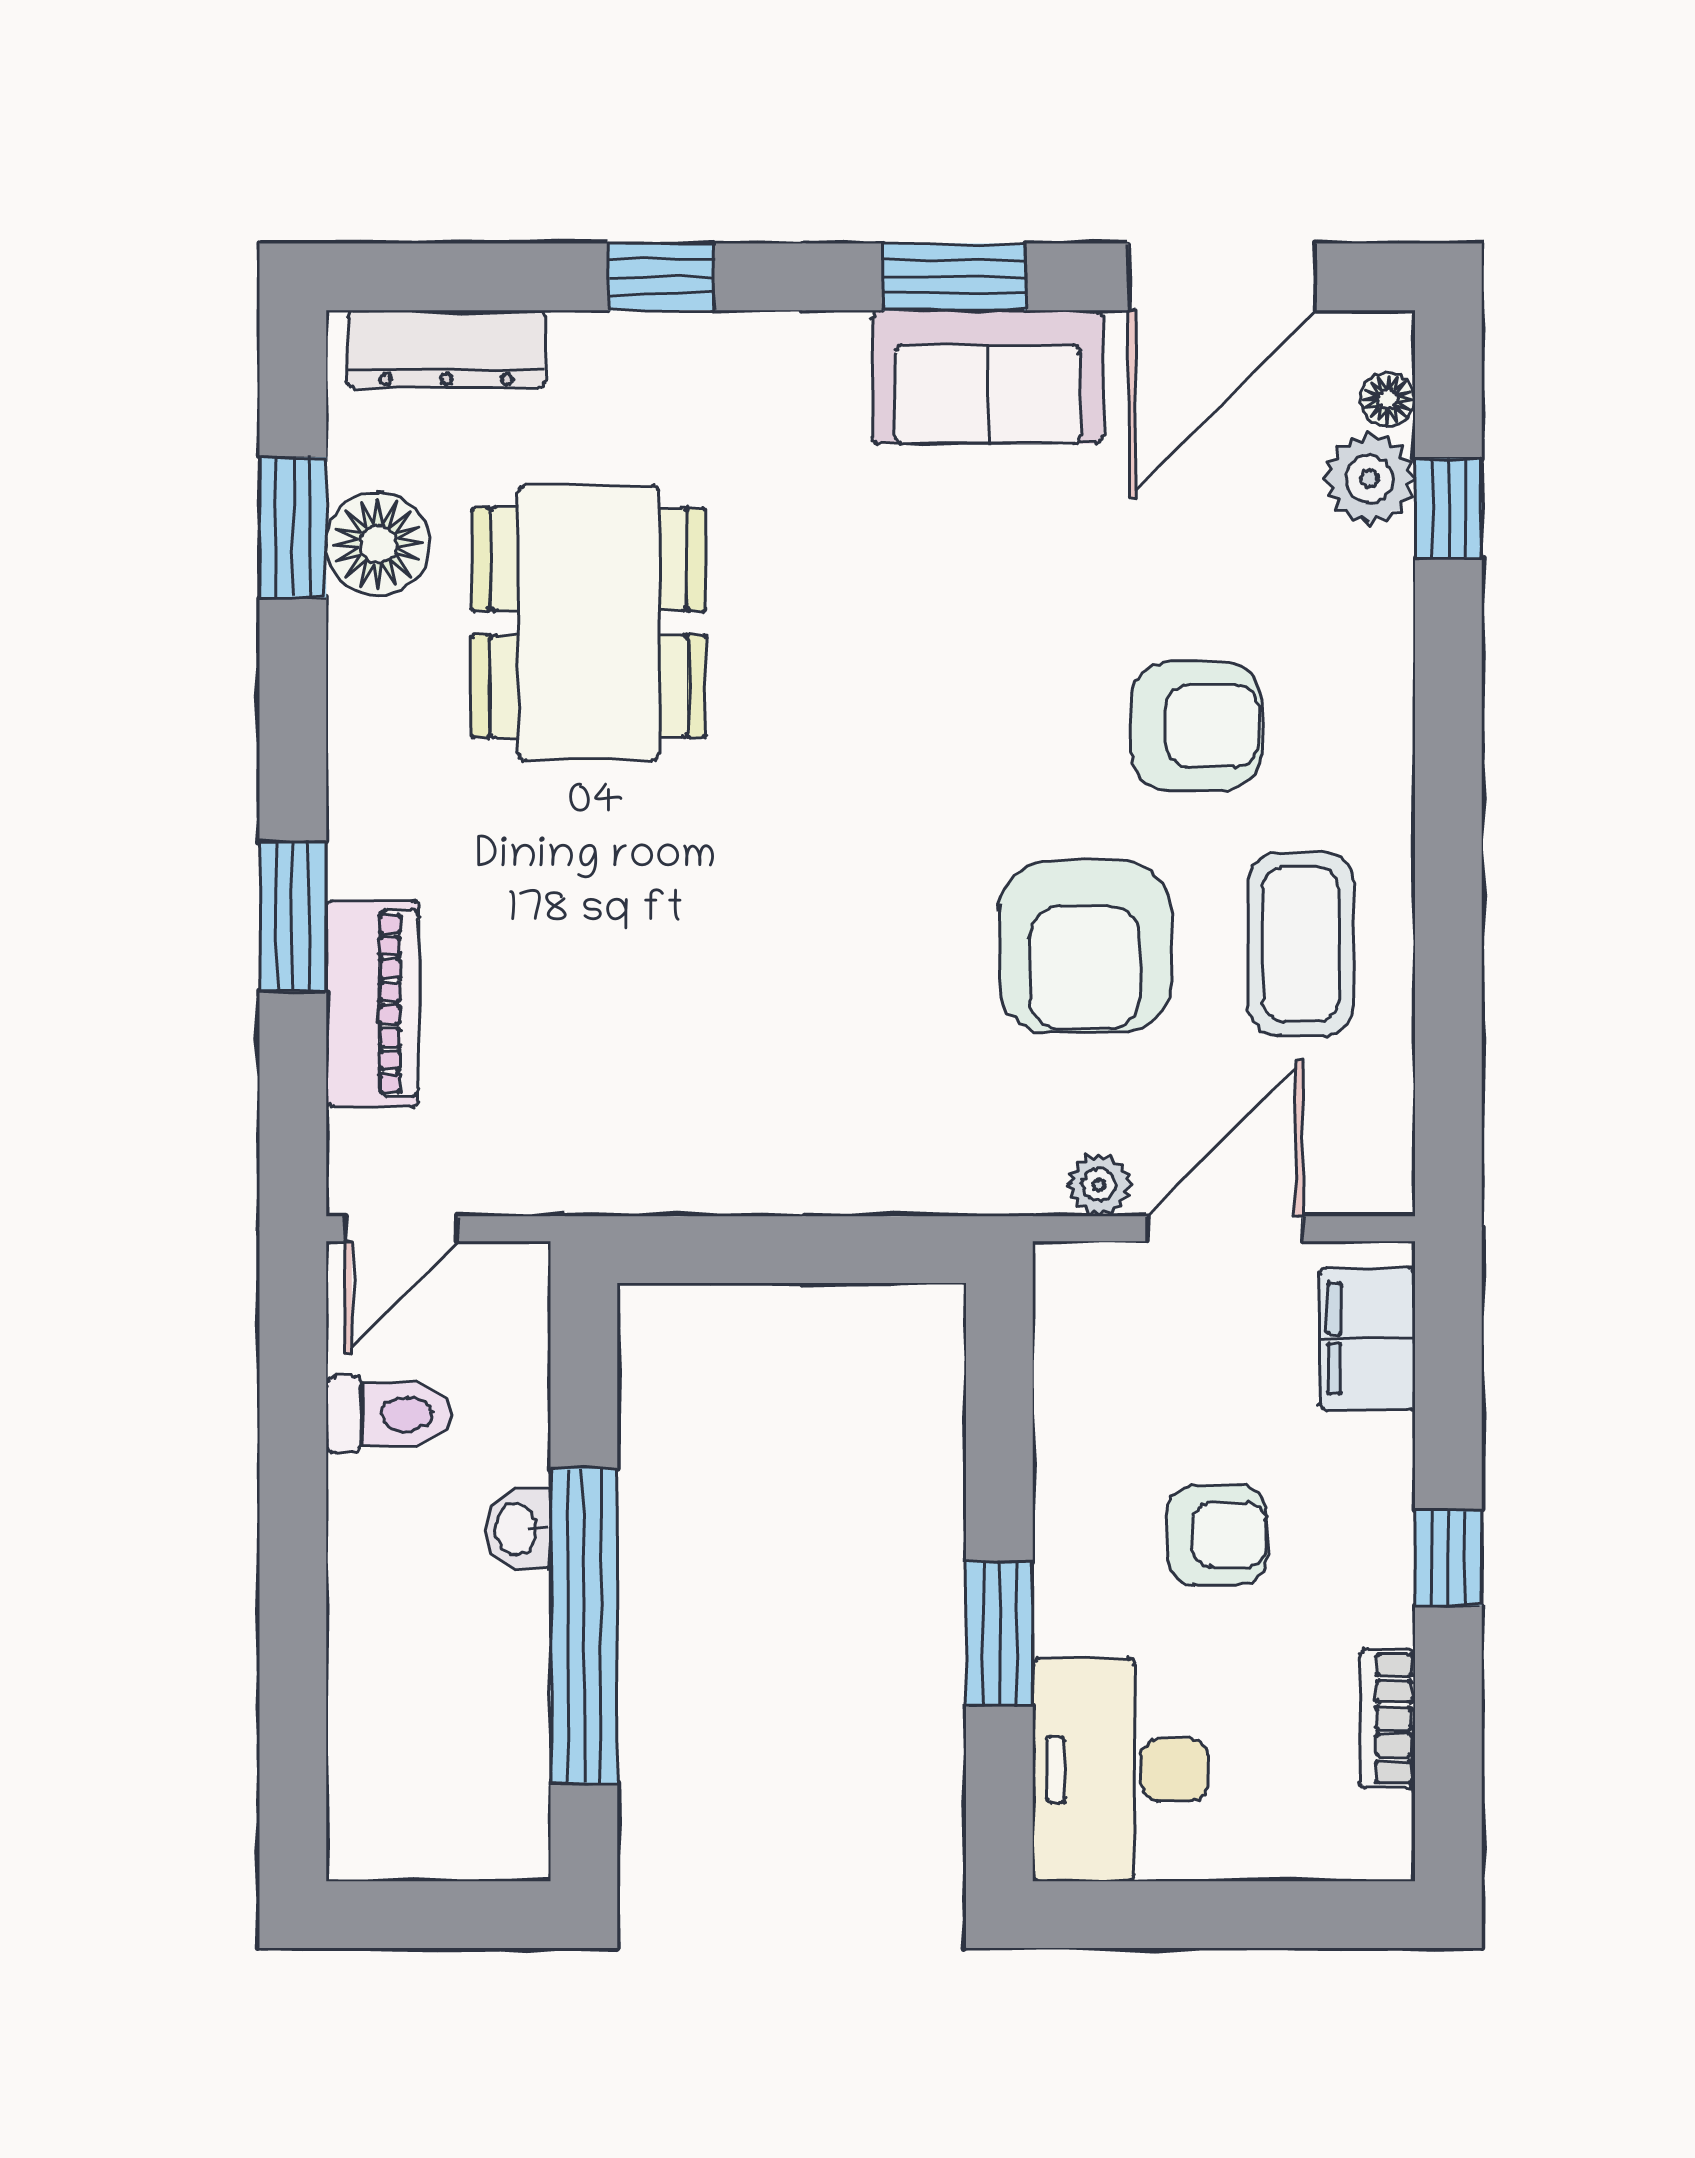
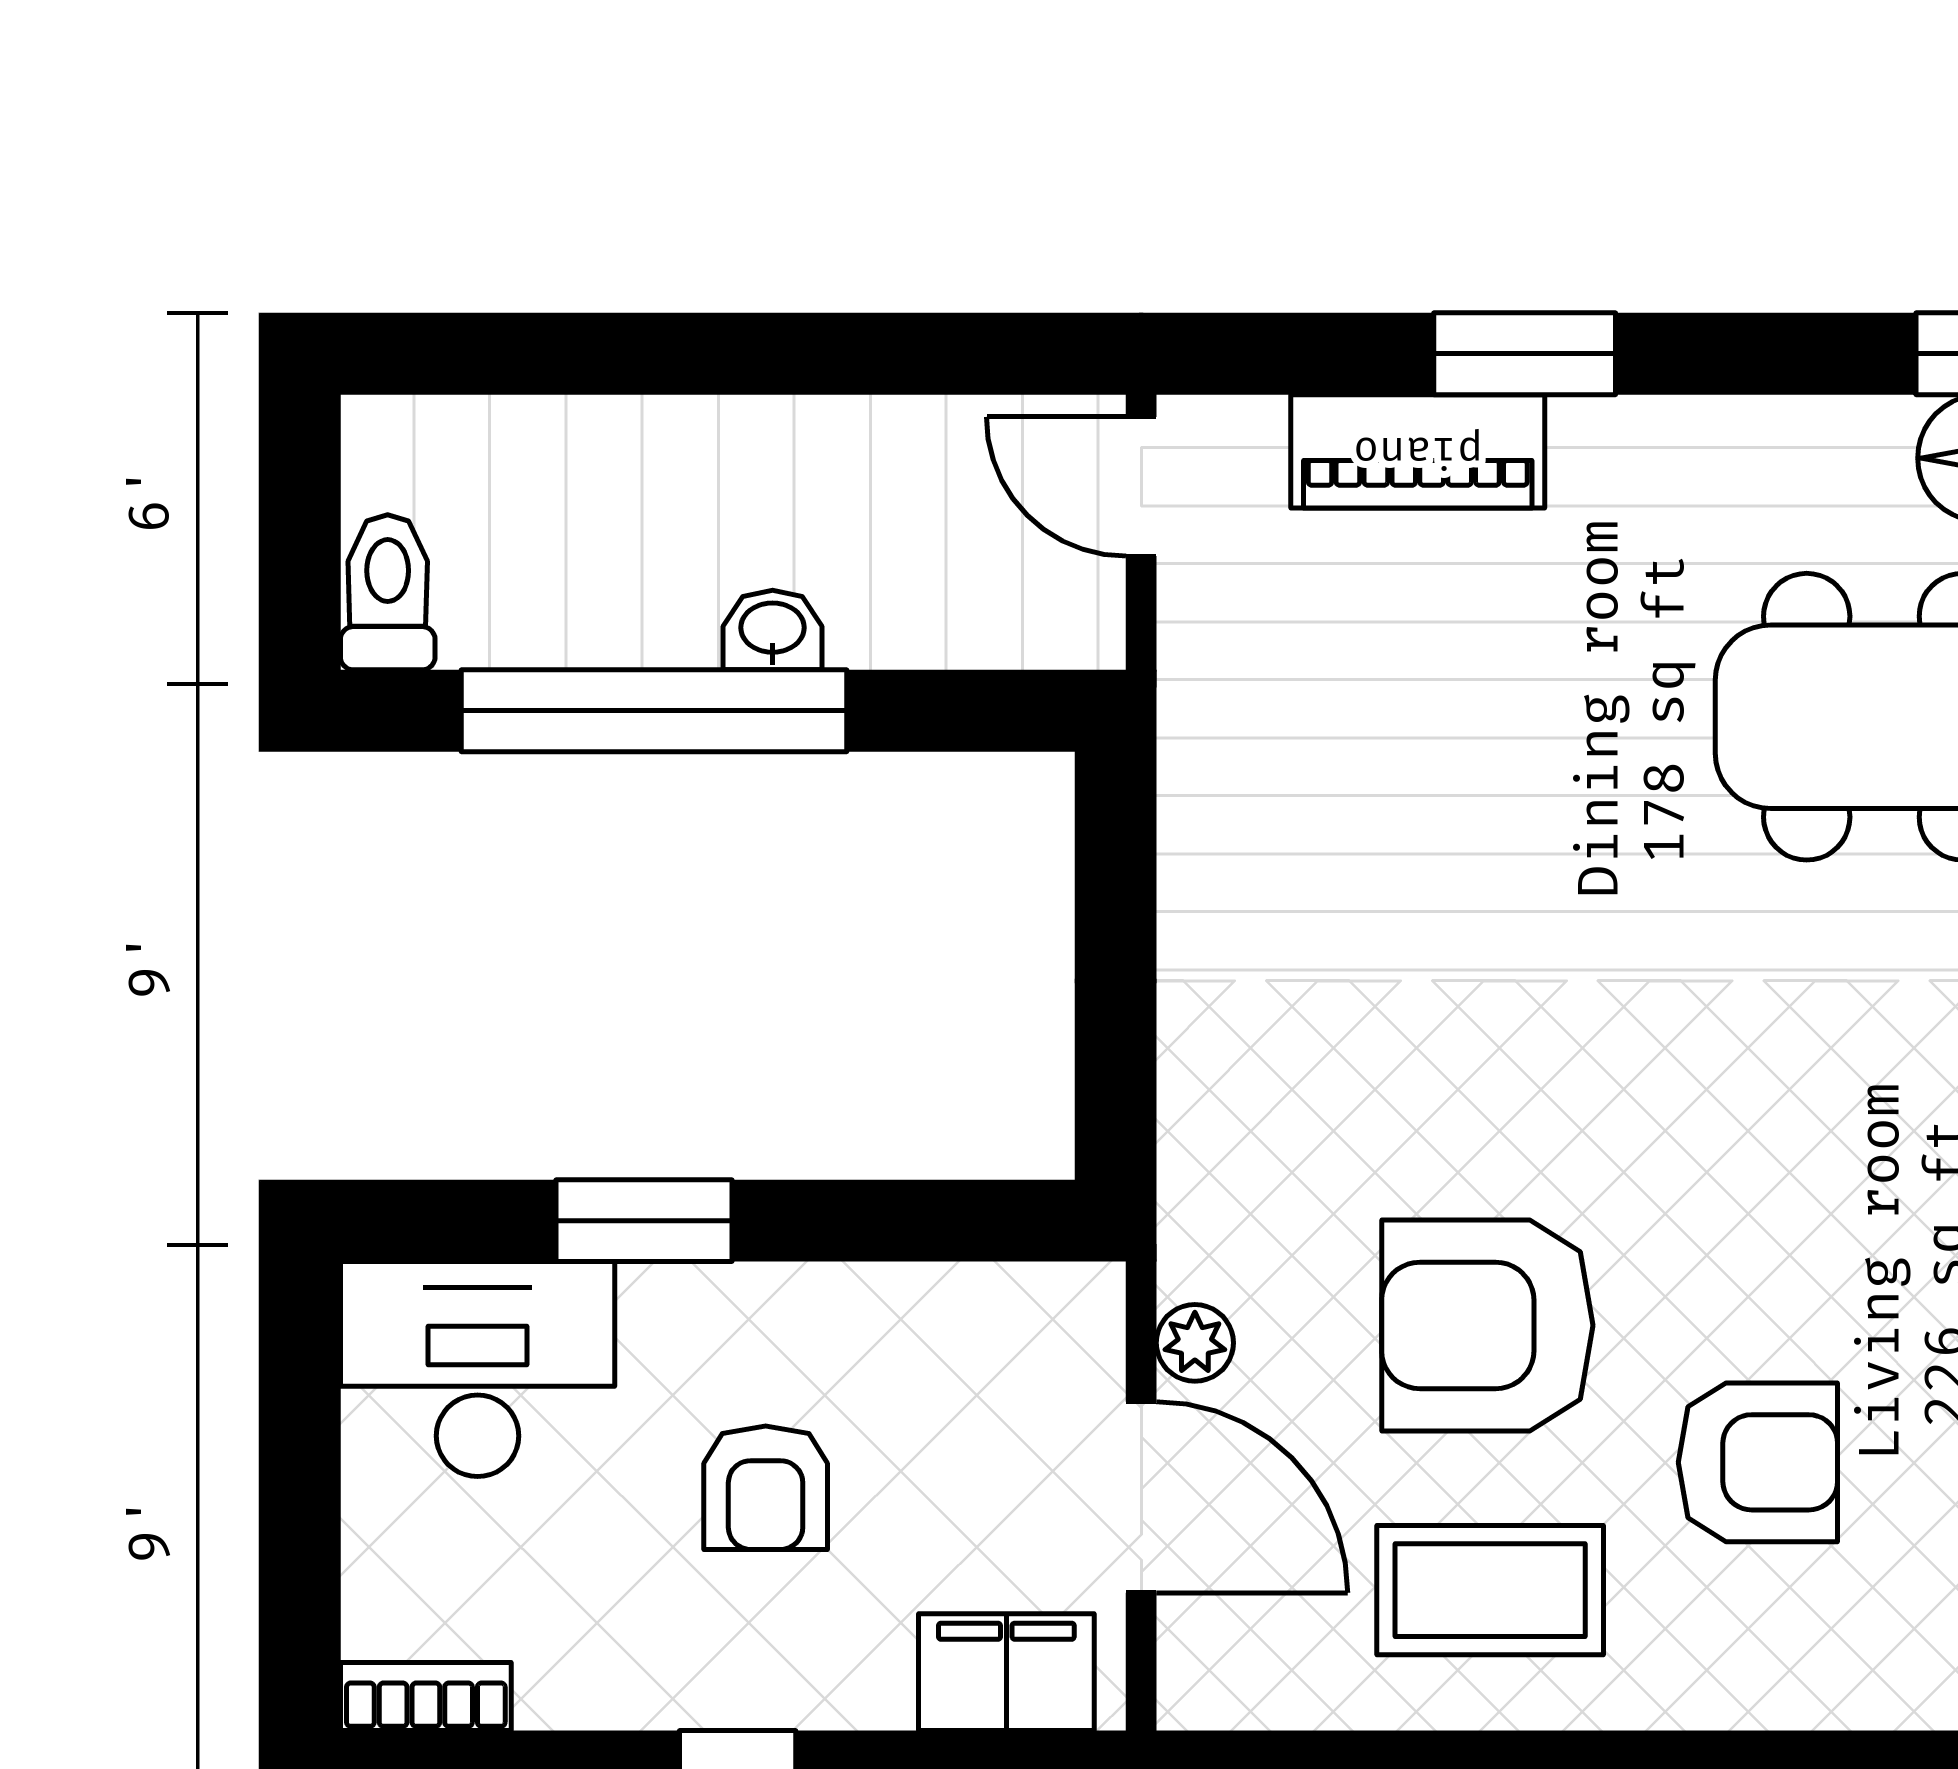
armchair: (1196, 726) -> (1758, 1462), turned -90
toilet: (389, 1414) -> (388, 592), moved, turned 180
bookcase: (1387, 1718) -> (426, 1696), moved

